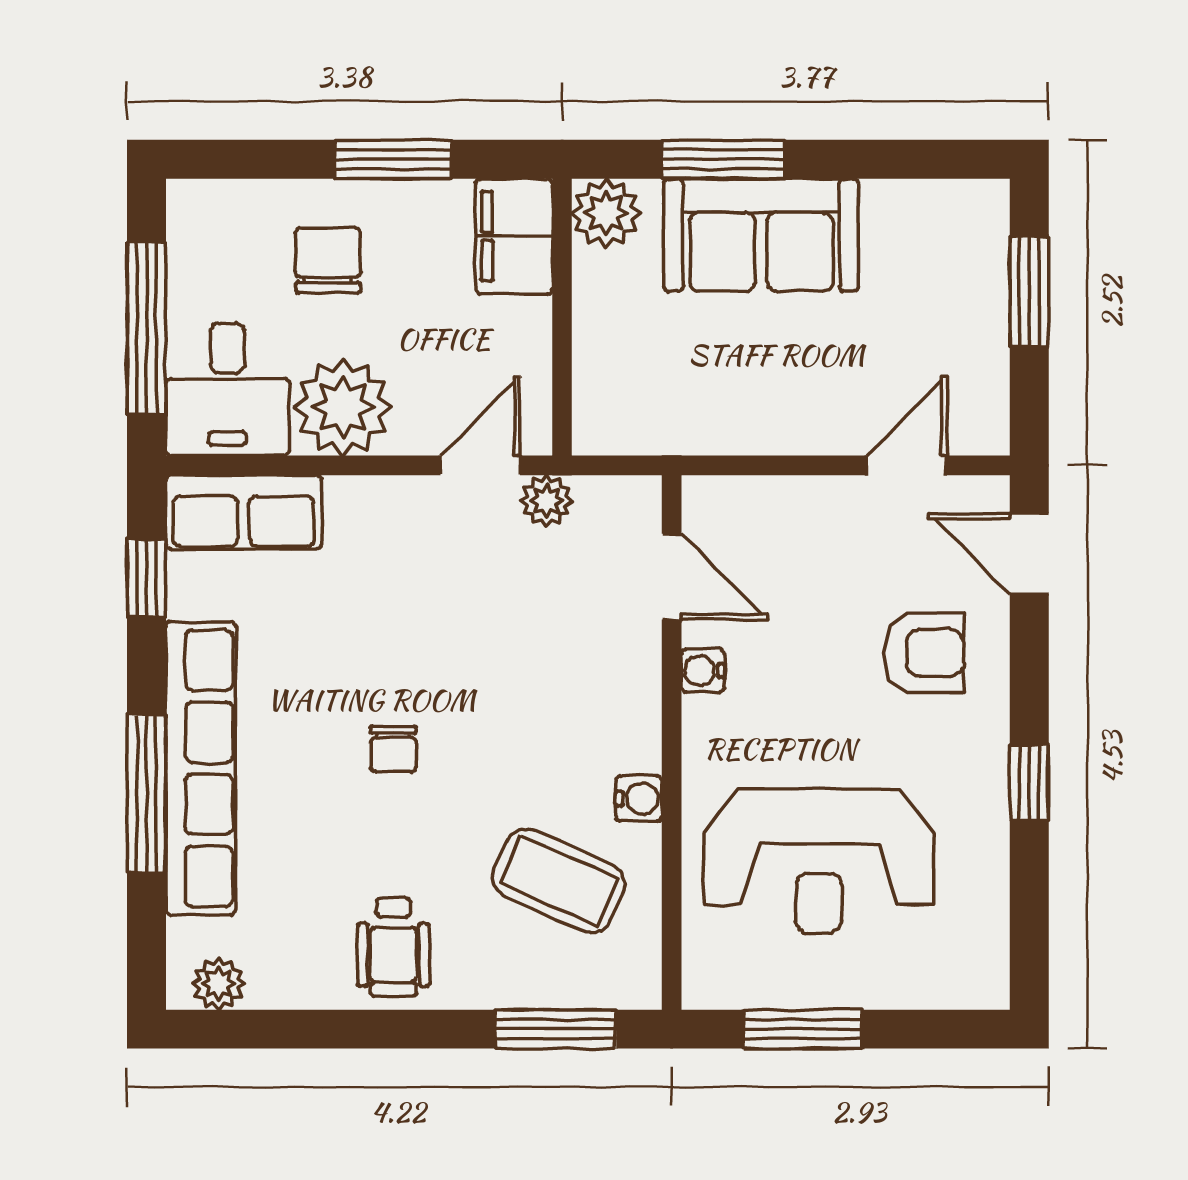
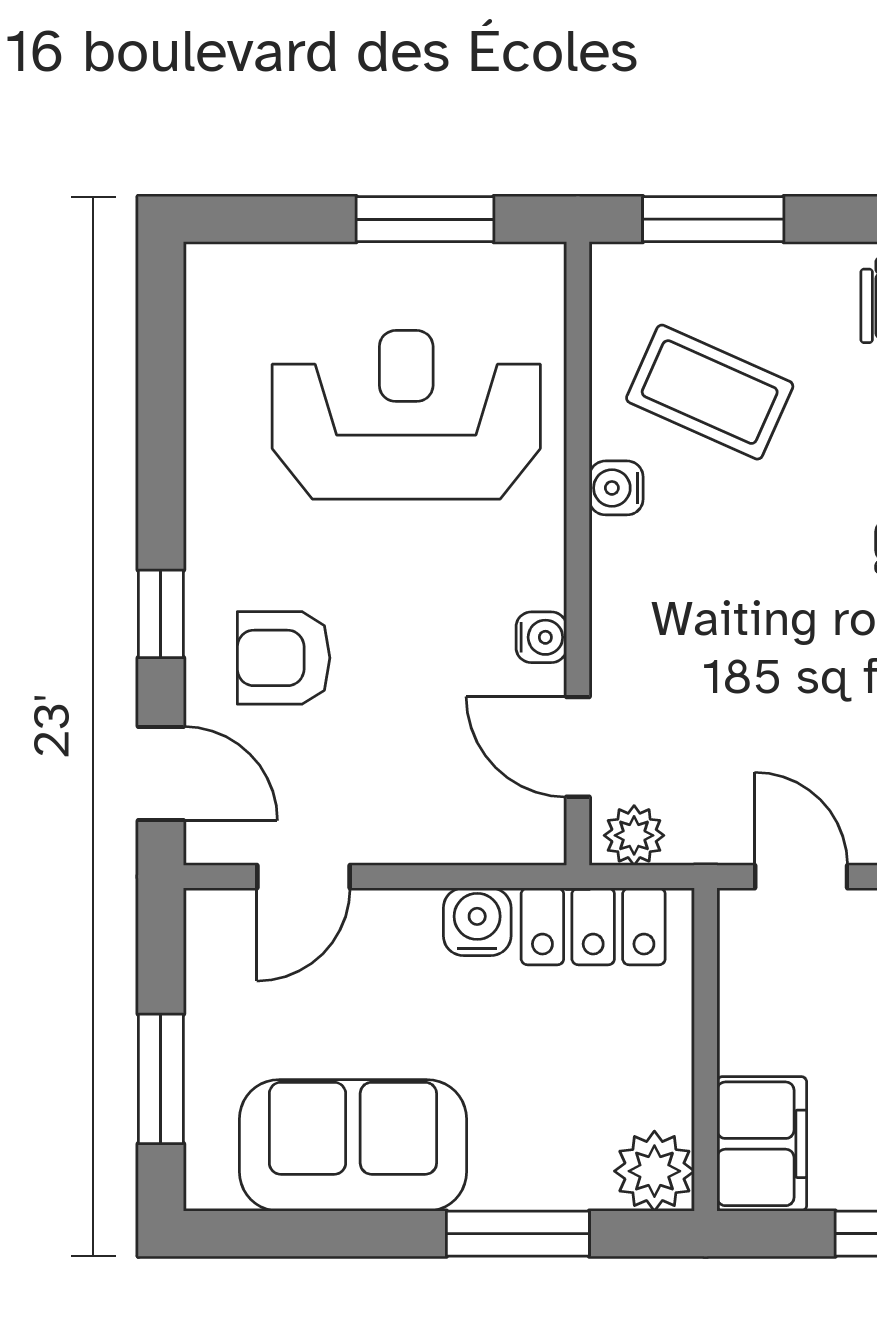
sofa: (761, 235) -> (353, 1145), moved
locker: (659, 423) -> (593, 926), added
water cooler: (758, 427) -> (477, 922), added
door: (480, 465) -> (801, 877), swing flipped
plant: (547, 501) -> (634, 835), moved
window: (1029, 782) -> (161, 614), moved

